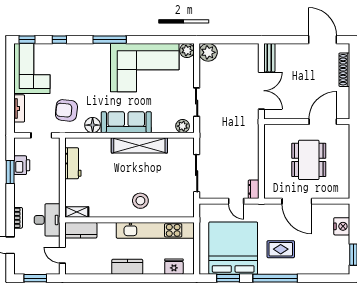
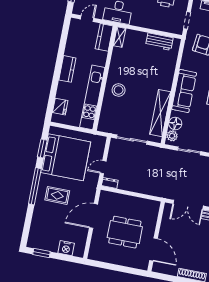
floor lamp: (93, 125) -> (175, 124), moved
shelving: (139, 145) -> (160, 113), moved
rug: (281, 249) -> (57, 195), turned 90

